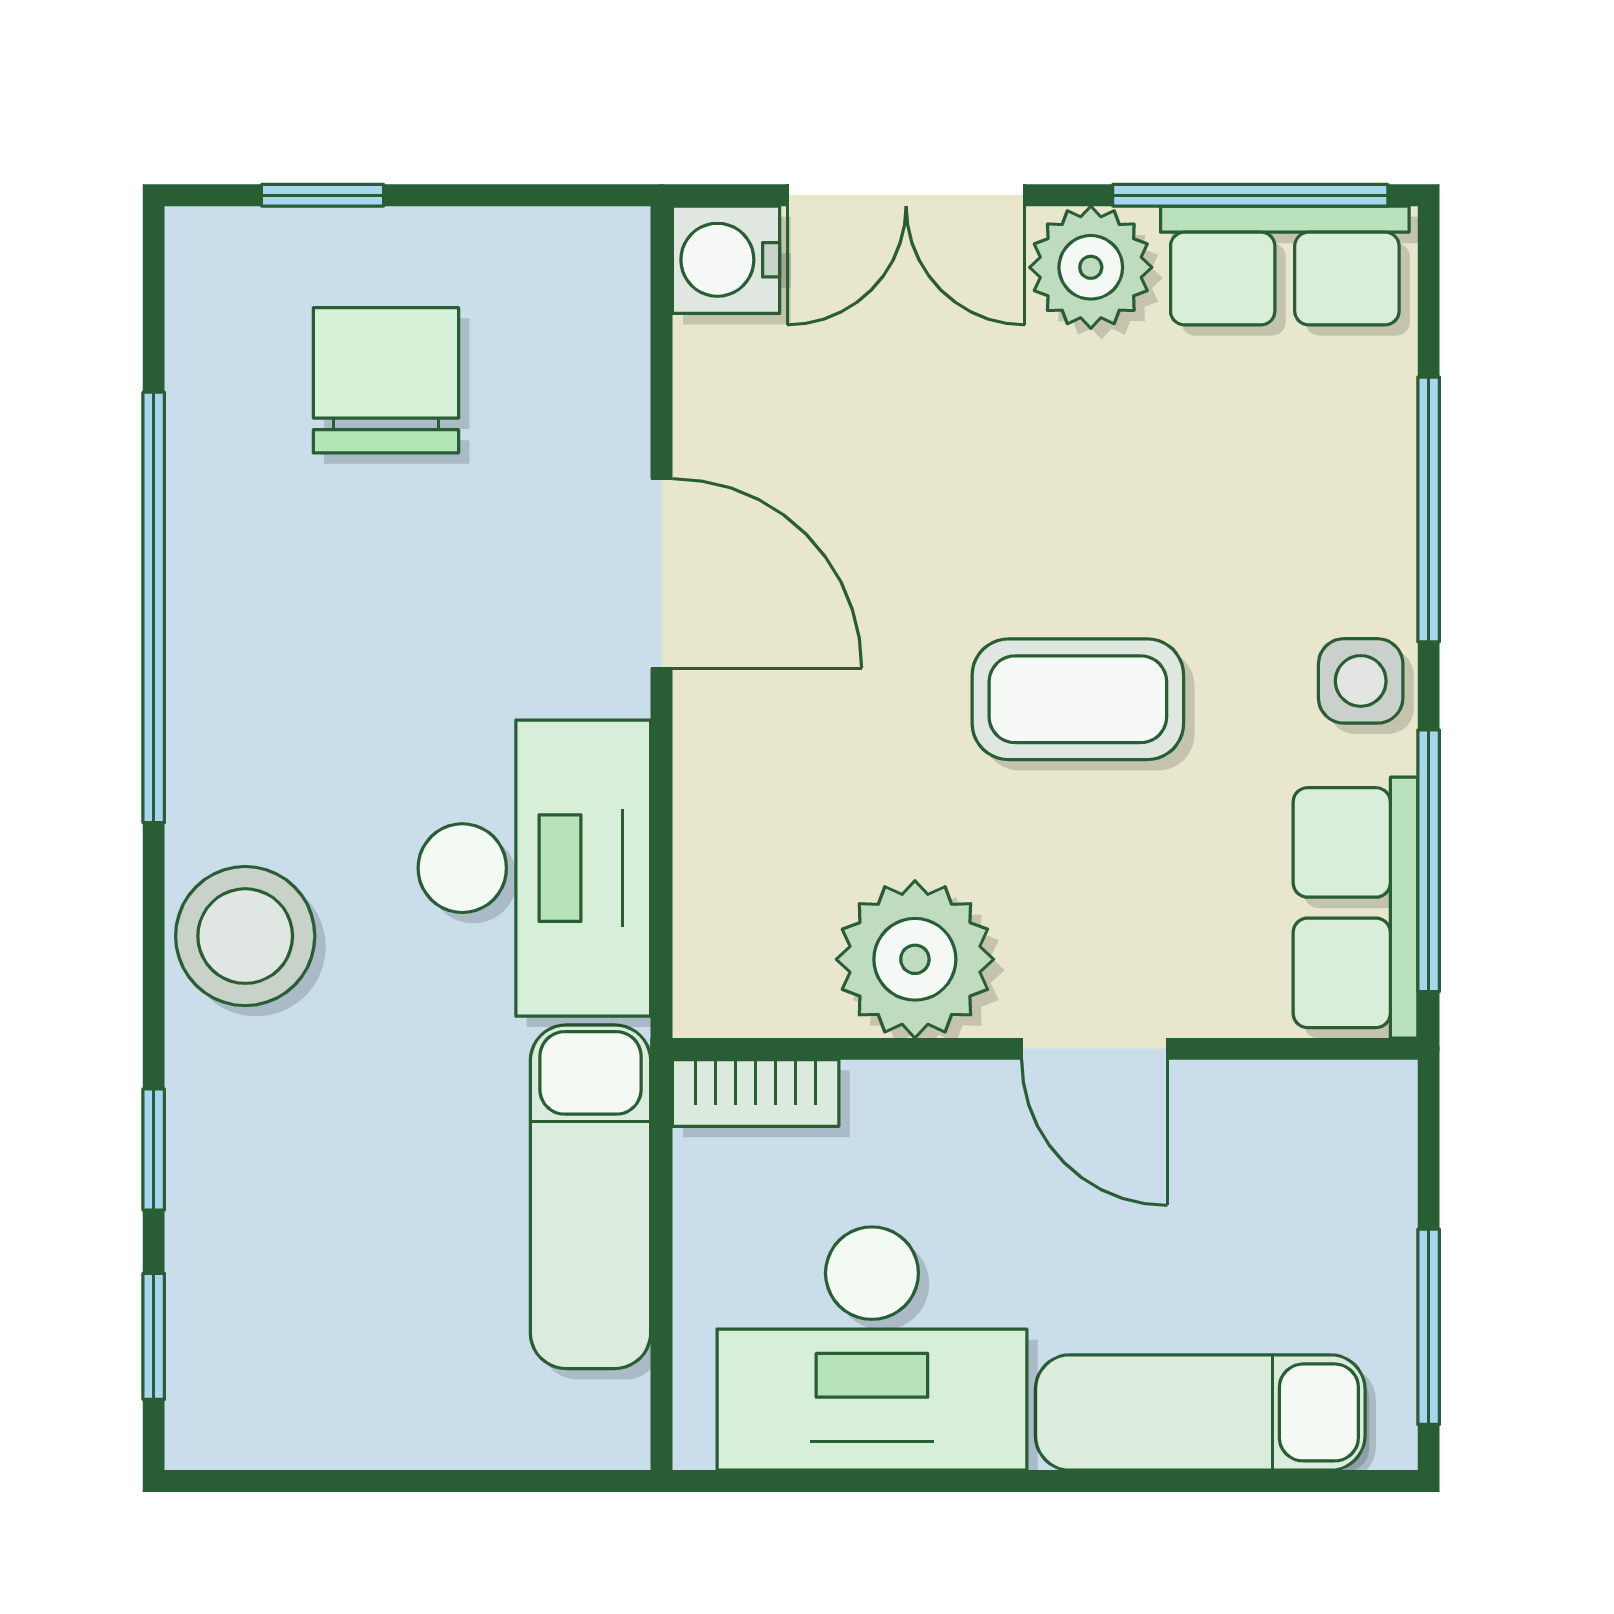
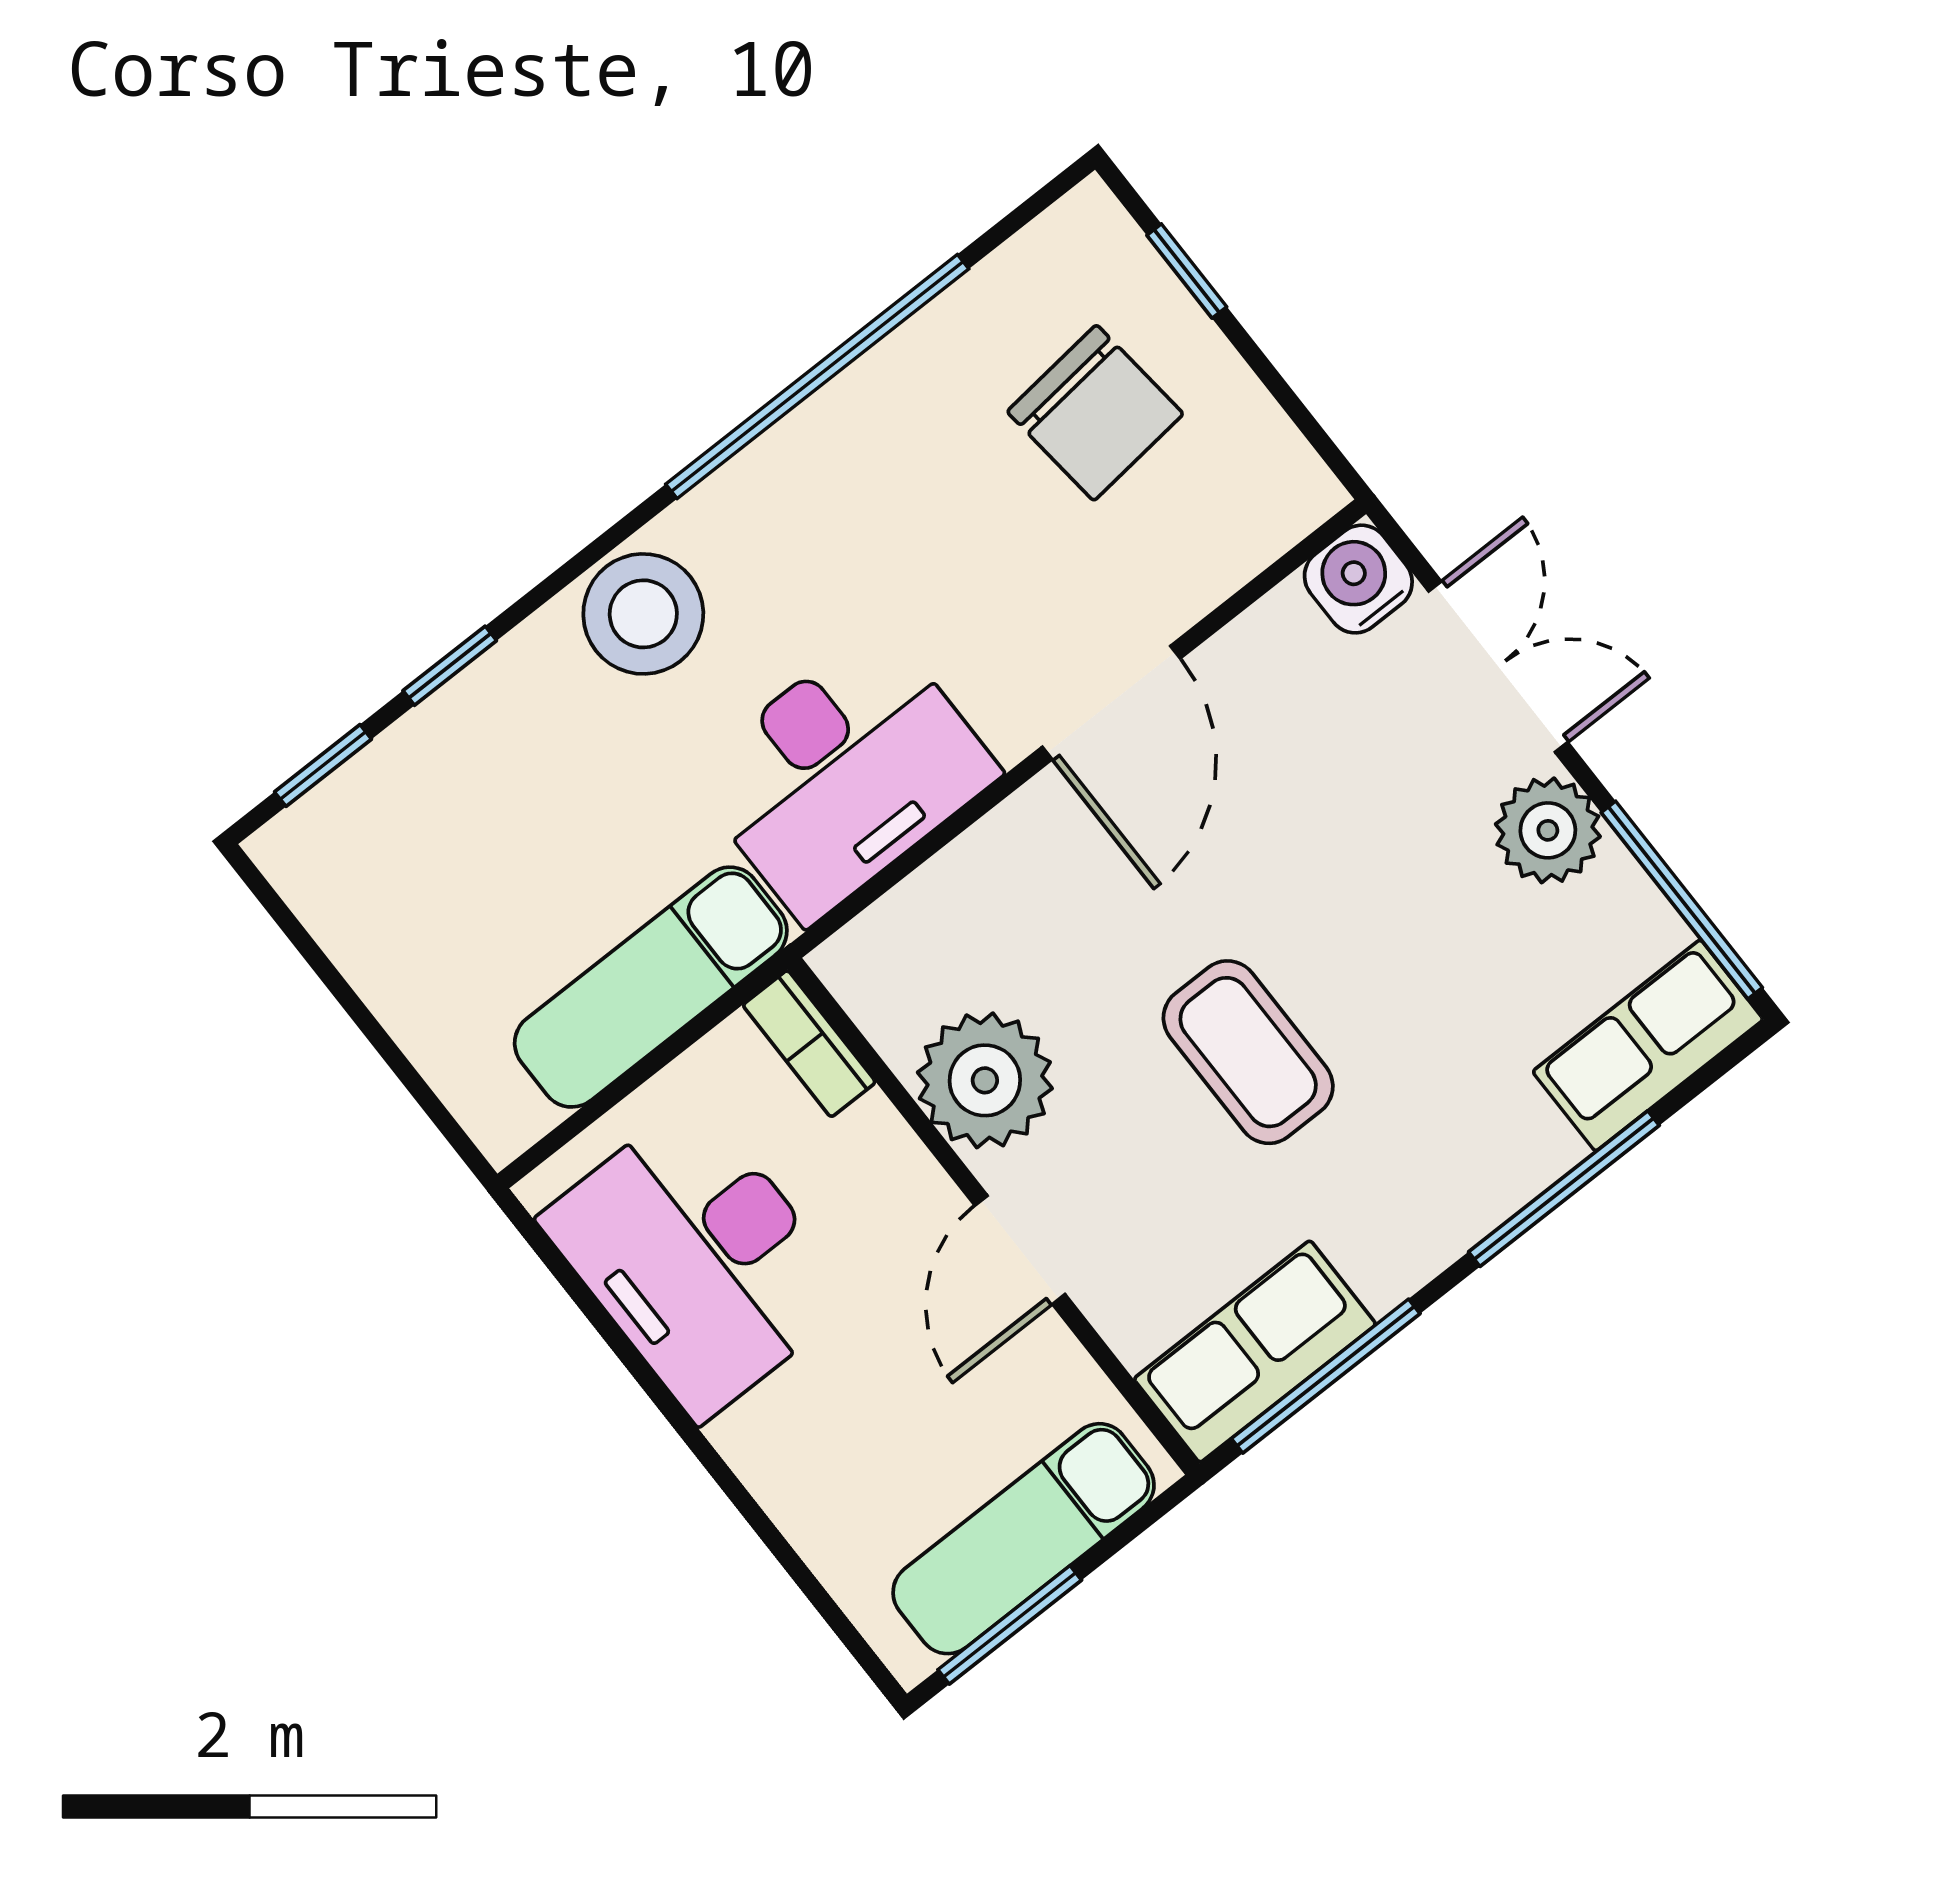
double door: (906, 195) -> (1498, 667), swing flipped
row of seats: (1285, 265) -> (1648, 1045), moved, turned 90
chair: (386, 380) -> (1095, 413), turned 84
side table: (1361, 681) -> (1411, 1234), removed
exam couch: (1200, 1412) -> (1024, 1539), moved, turned -90

